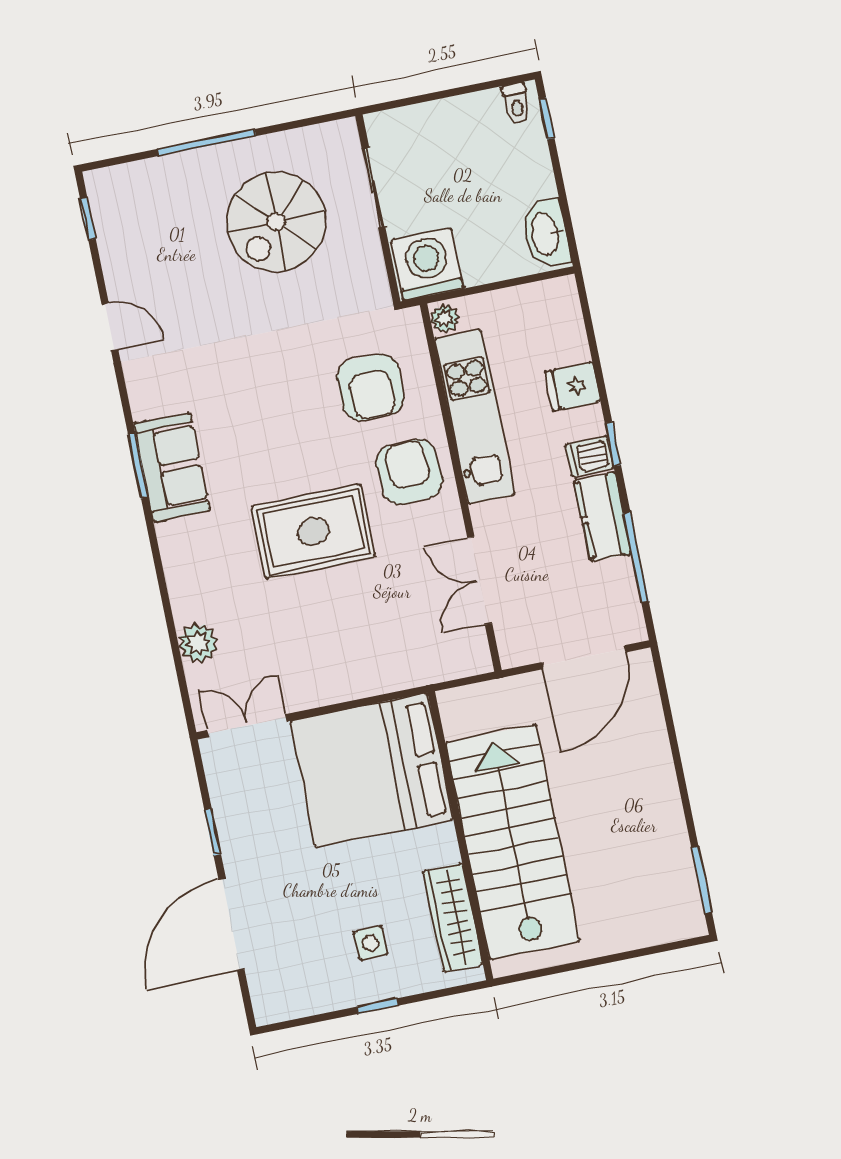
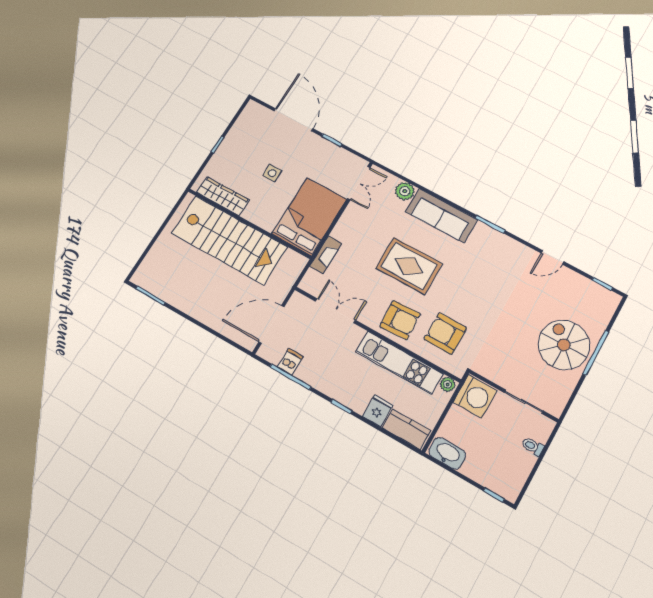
toilet: (516, 103) -> (533, 446), moved
spiral stairs: (276, 222) -> (564, 345), moved
dishwasher: (590, 456) -> (290, 362), moved
sofa: (172, 467) -> (441, 216), moved, width x1.36
kitchen counter: (603, 517) -> (406, 429), moved
rug: (313, 532) -> (409, 266), turned 90
door: (584, 657) -> (271, 324), hinge flipped
fireplace: (406, 673) -> (326, 255), added
bed: (372, 770) -> (309, 217), width x0.73
side table: (371, 943) -> (272, 173), moved

